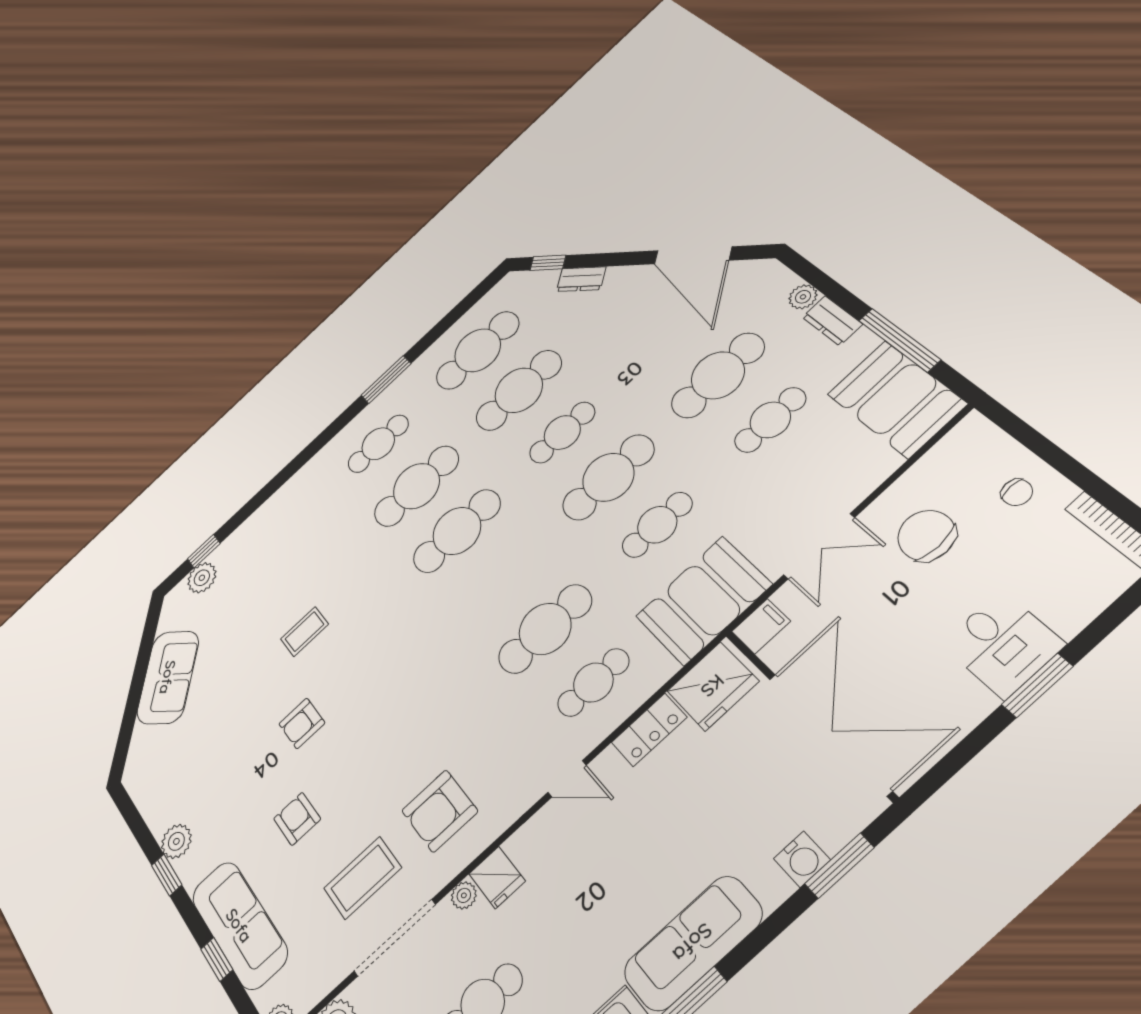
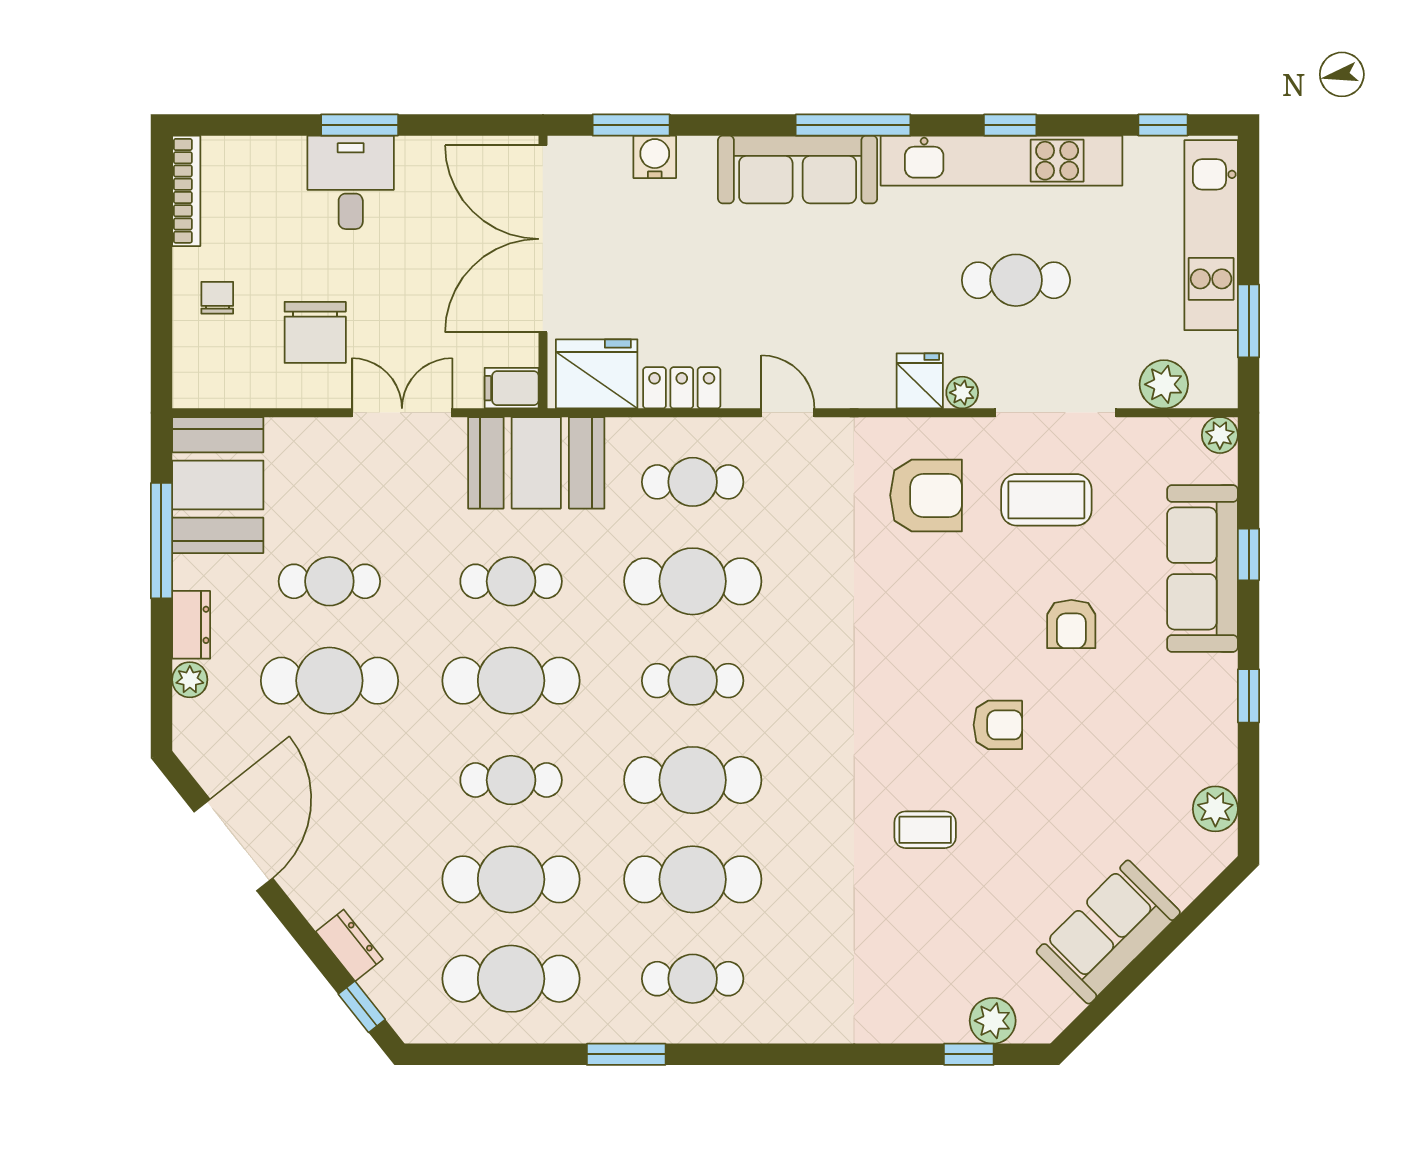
cafe table: (500, 578) -> (693, 681), added
plant: (176, 841) -> (1215, 809), moved

